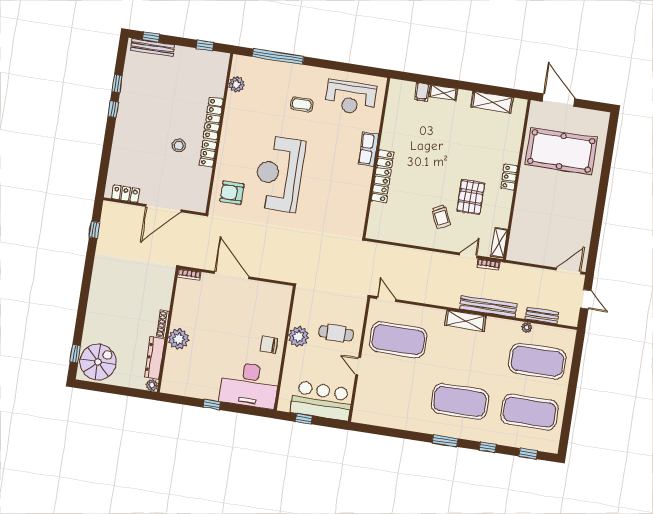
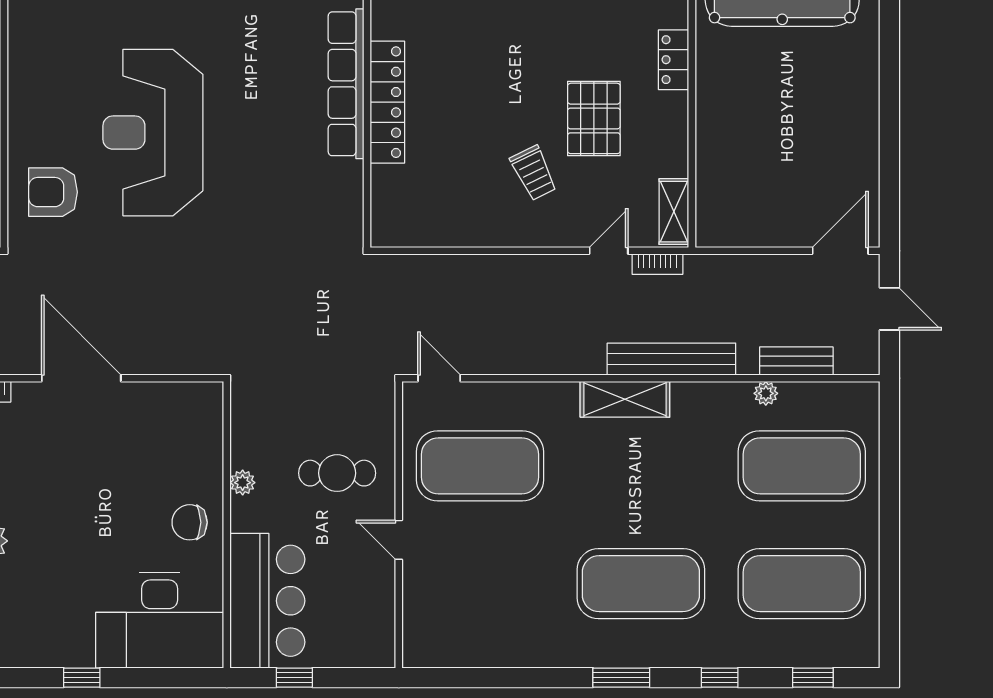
row of seats: (368, 149) -> (346, 84), width x2.02
plant: (298, 336) -> (243, 483), width x0.53, depth x0.53
bar counter: (322, 401) -> (267, 601), moved, turned 90

